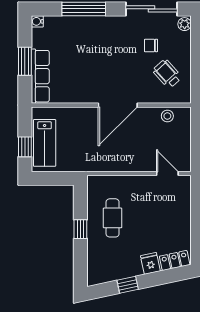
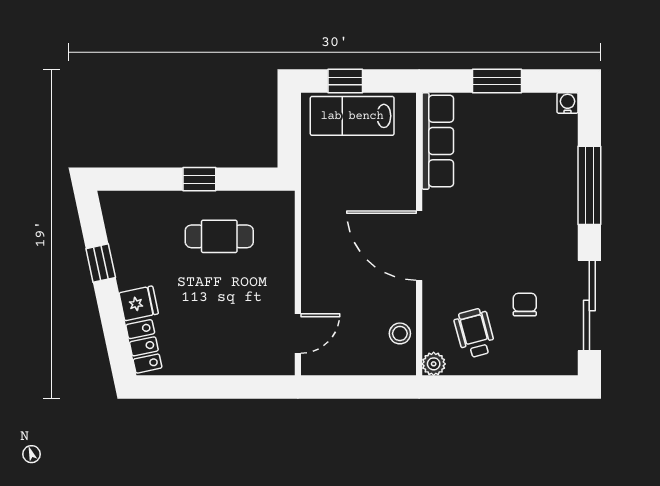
plant: (185, 24) -> (434, 364), moved
wheelchair: (167, 74) -> (475, 333), turned -63
row of seats: (40, 76) -> (438, 141), moved, turned -90

